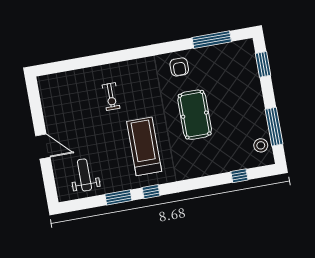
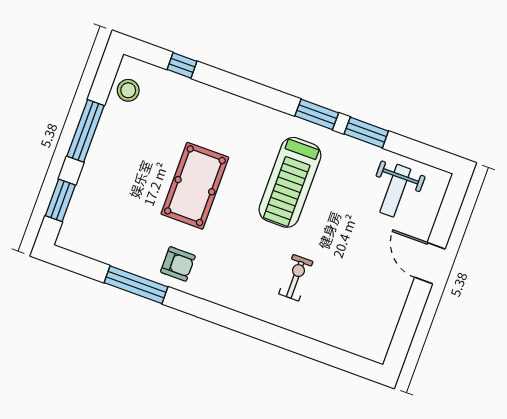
window: (212, 40) -> (136, 285), moved
armchair: (179, 67) -> (178, 264), turned 90
window: (274, 127) -> (86, 131), moved
window: (151, 192) -> (317, 114), width x1.50

